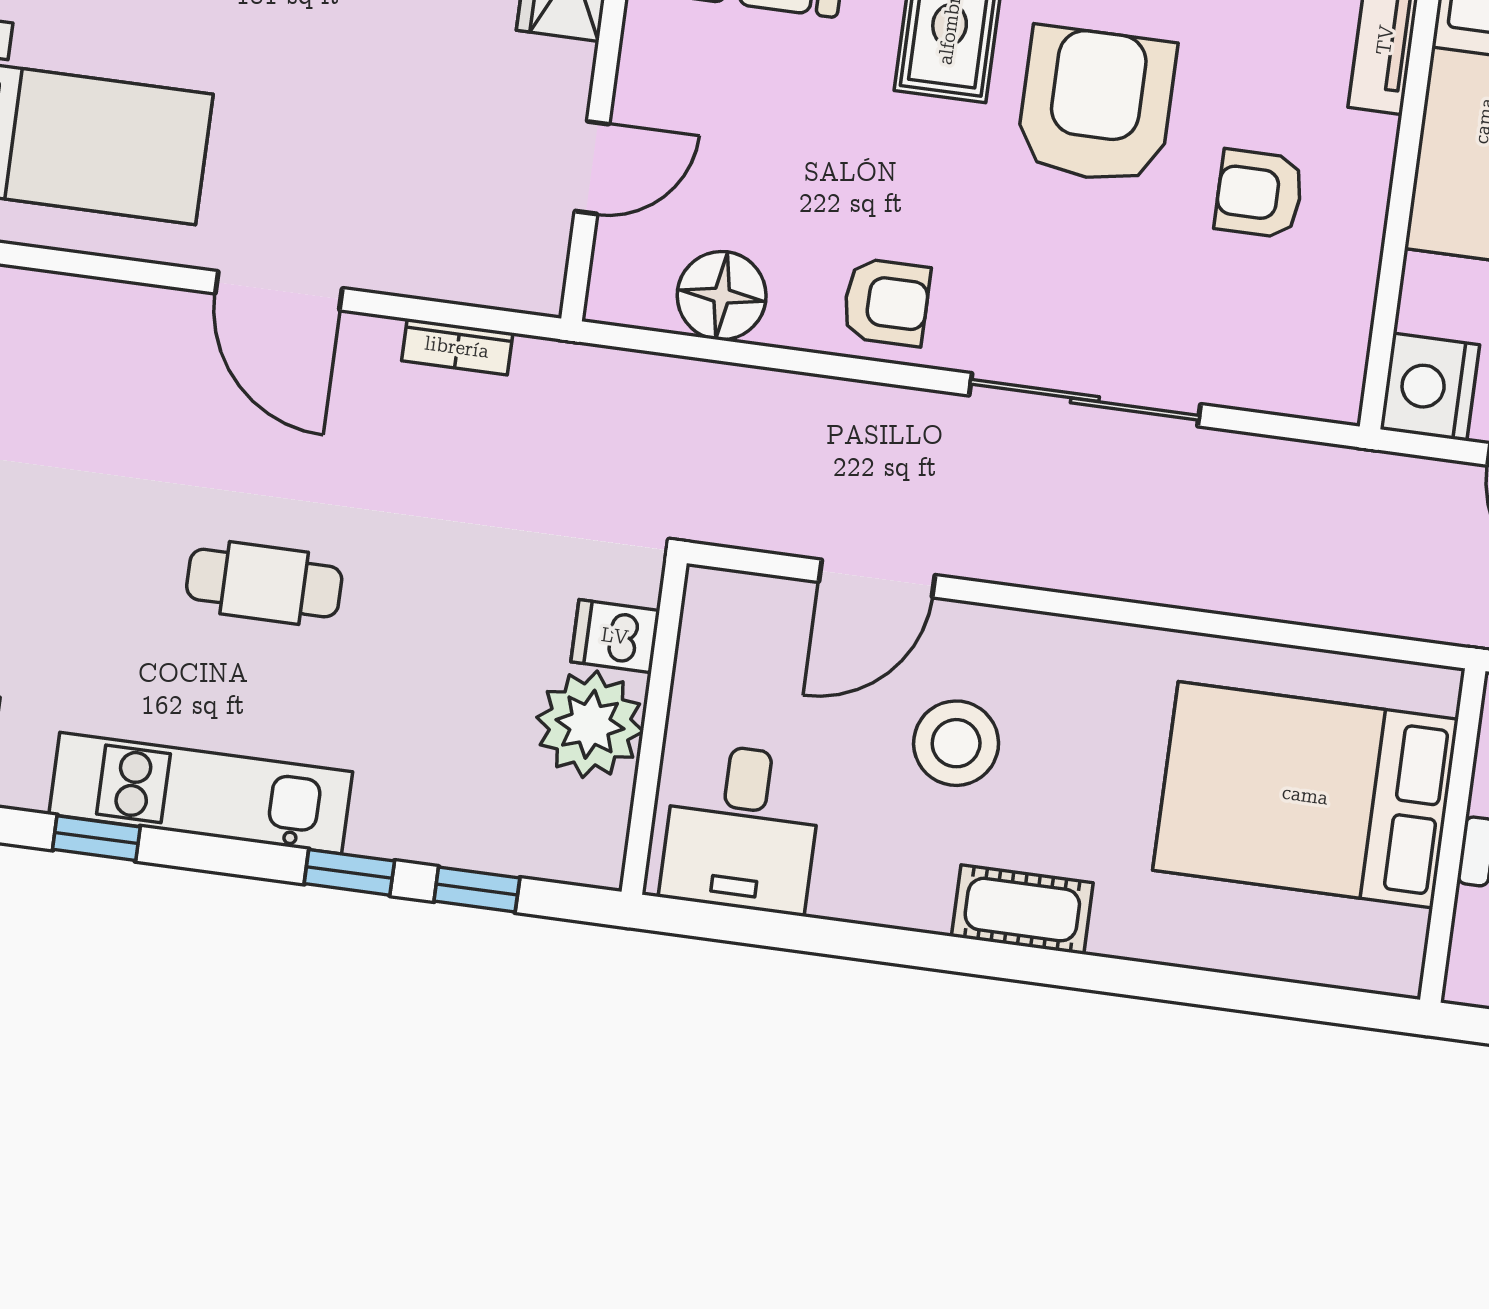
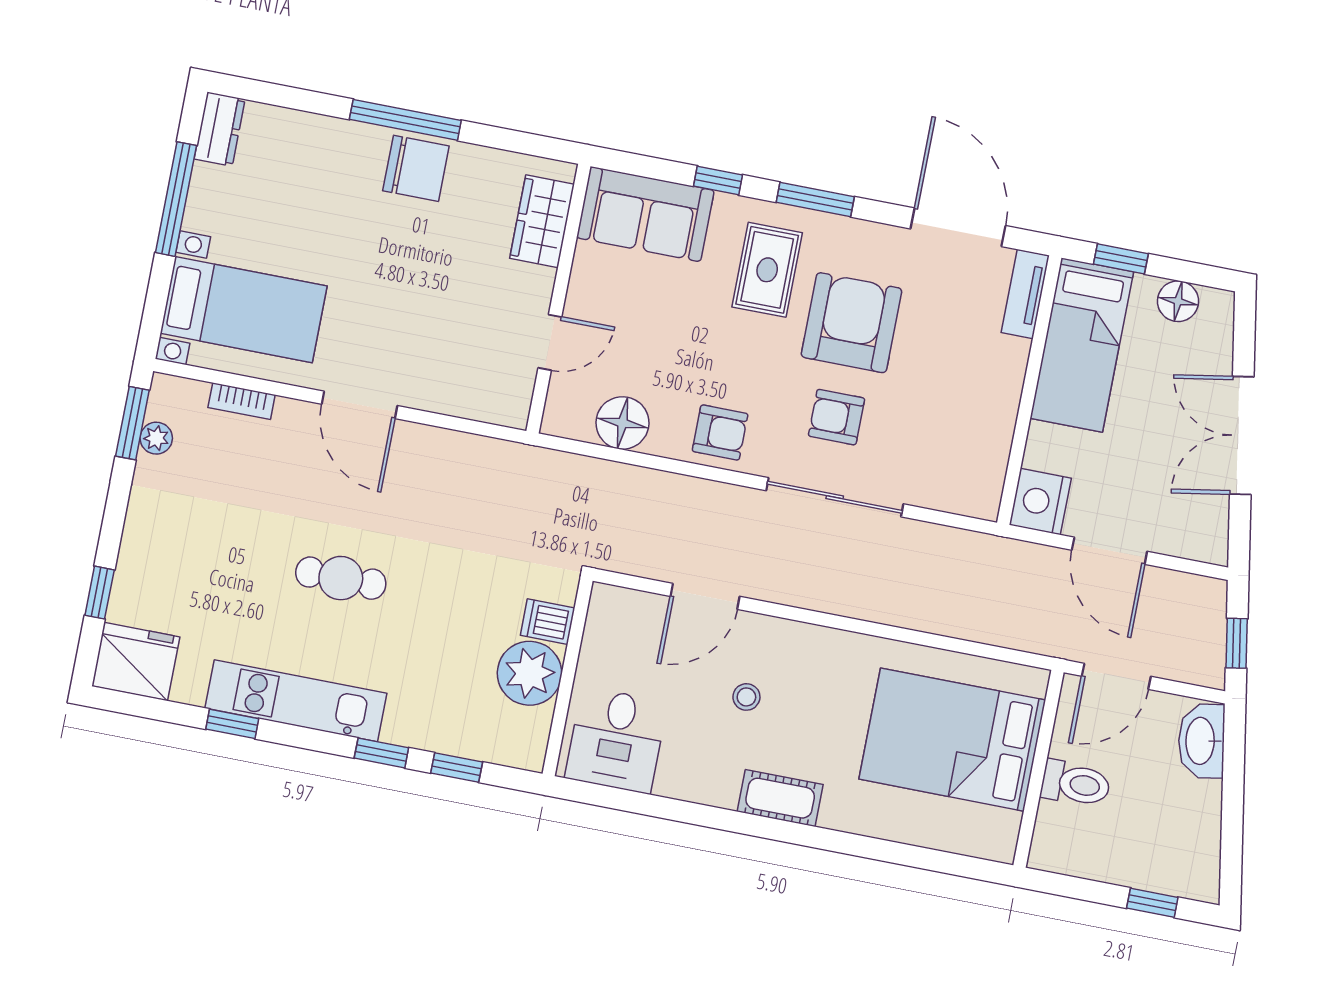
armchair: (1259, 194) -> (837, 417), moved
bookcase: (457, 347) -> (242, 401), moved
stool: (956, 743) -> (746, 697), width x0.53, depth x0.53

